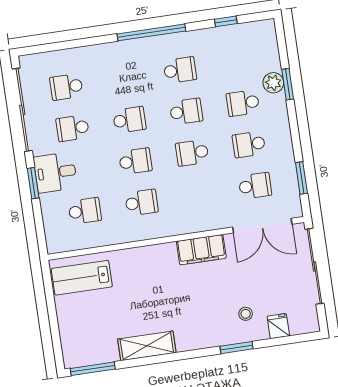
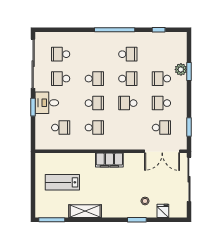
filing cabinet: (201, 250) -> (109, 160), moved
lab bench: (82, 278) -> (62, 182), moved

